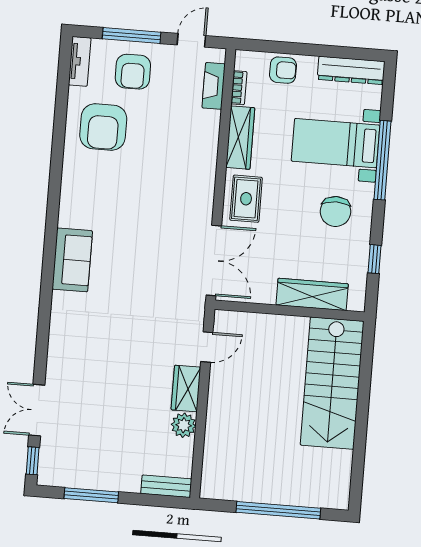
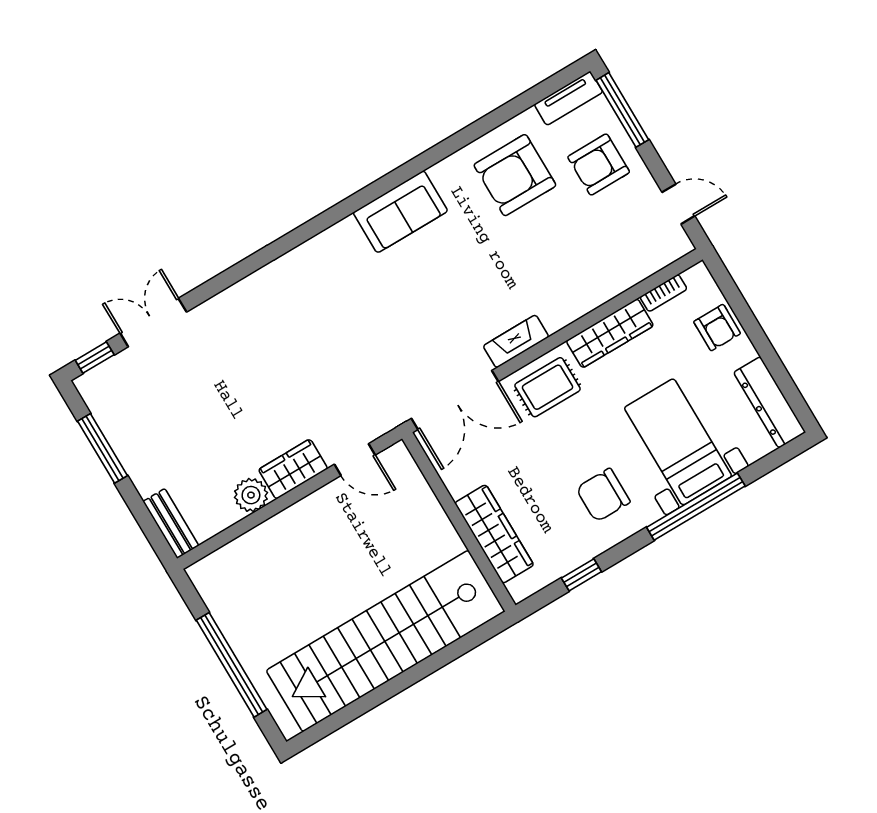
window: (132, 35) -> (622, 110), moved
fireplace: (214, 86) -> (516, 341), moved
sofa: (72, 260) -> (400, 212), moved
stairs: (332, 383) -> (386, 641), width x1.36

